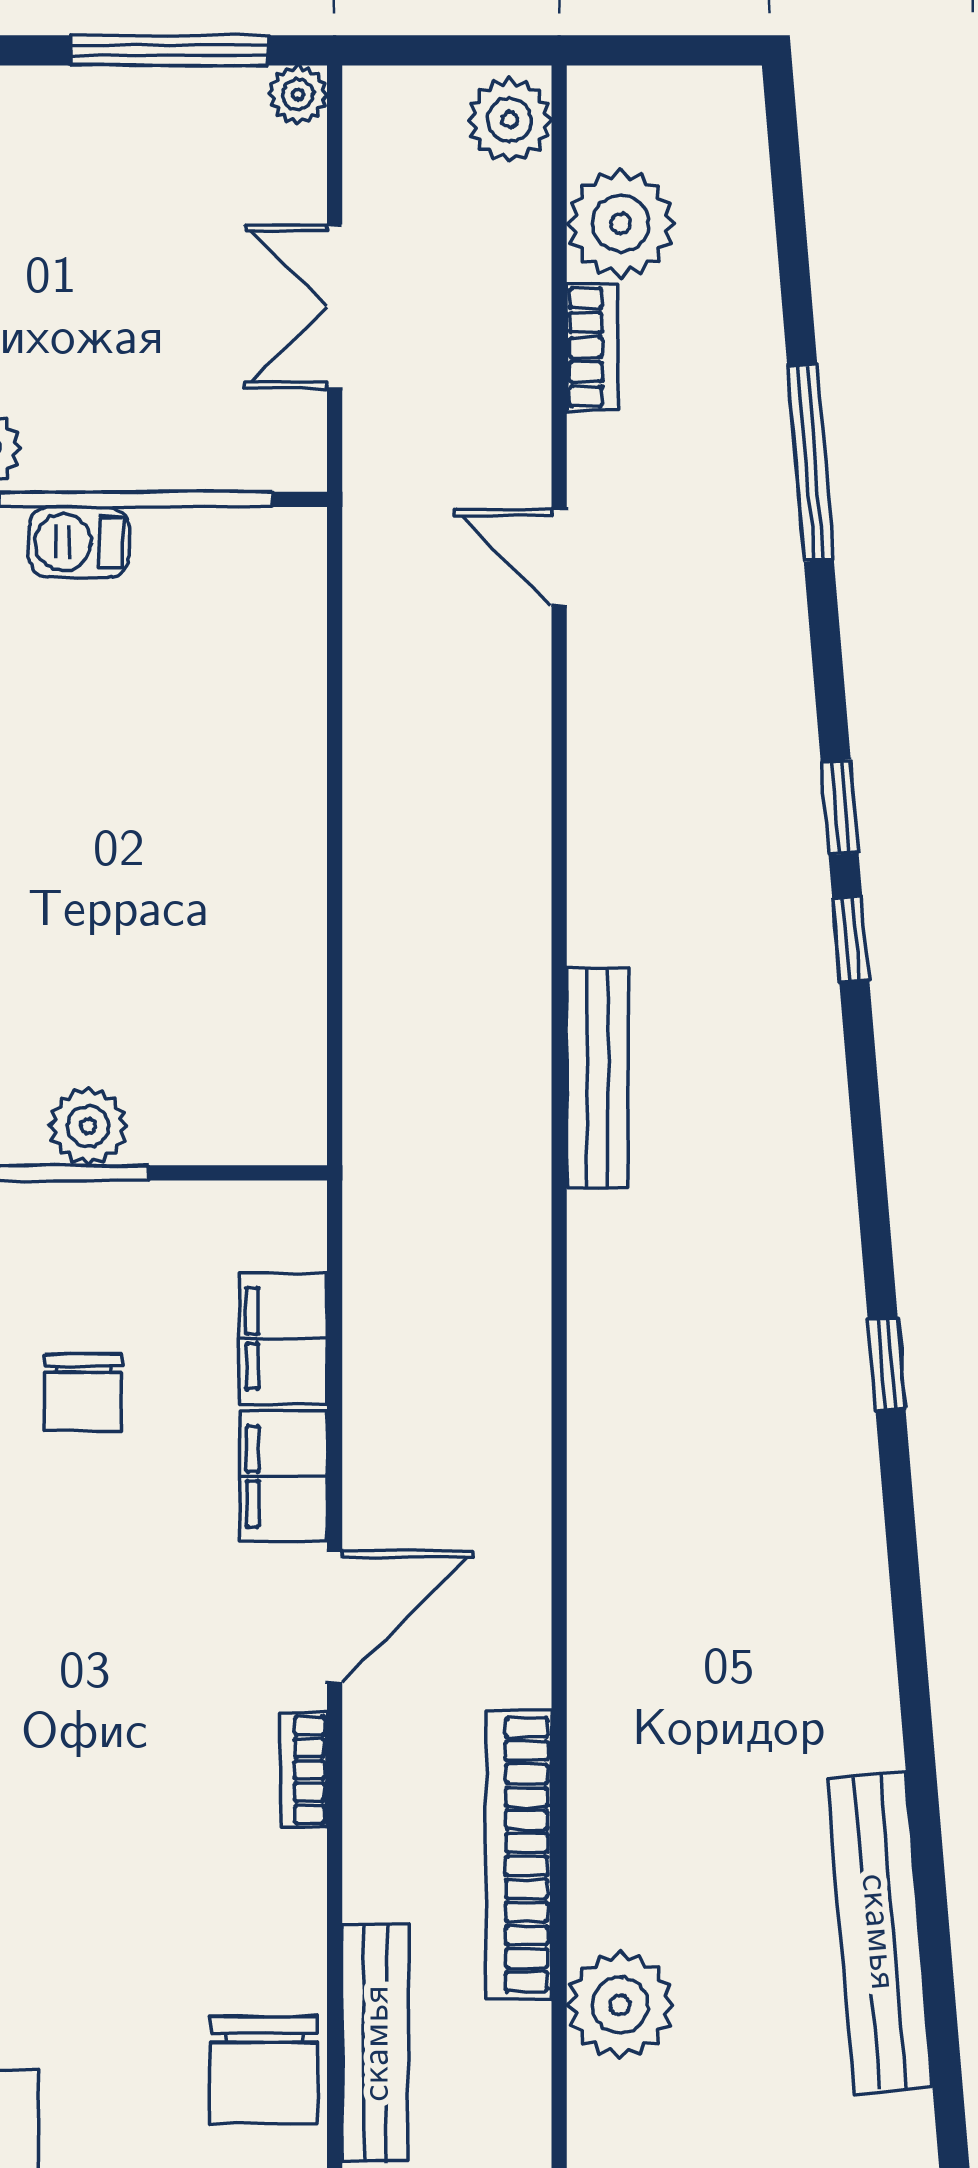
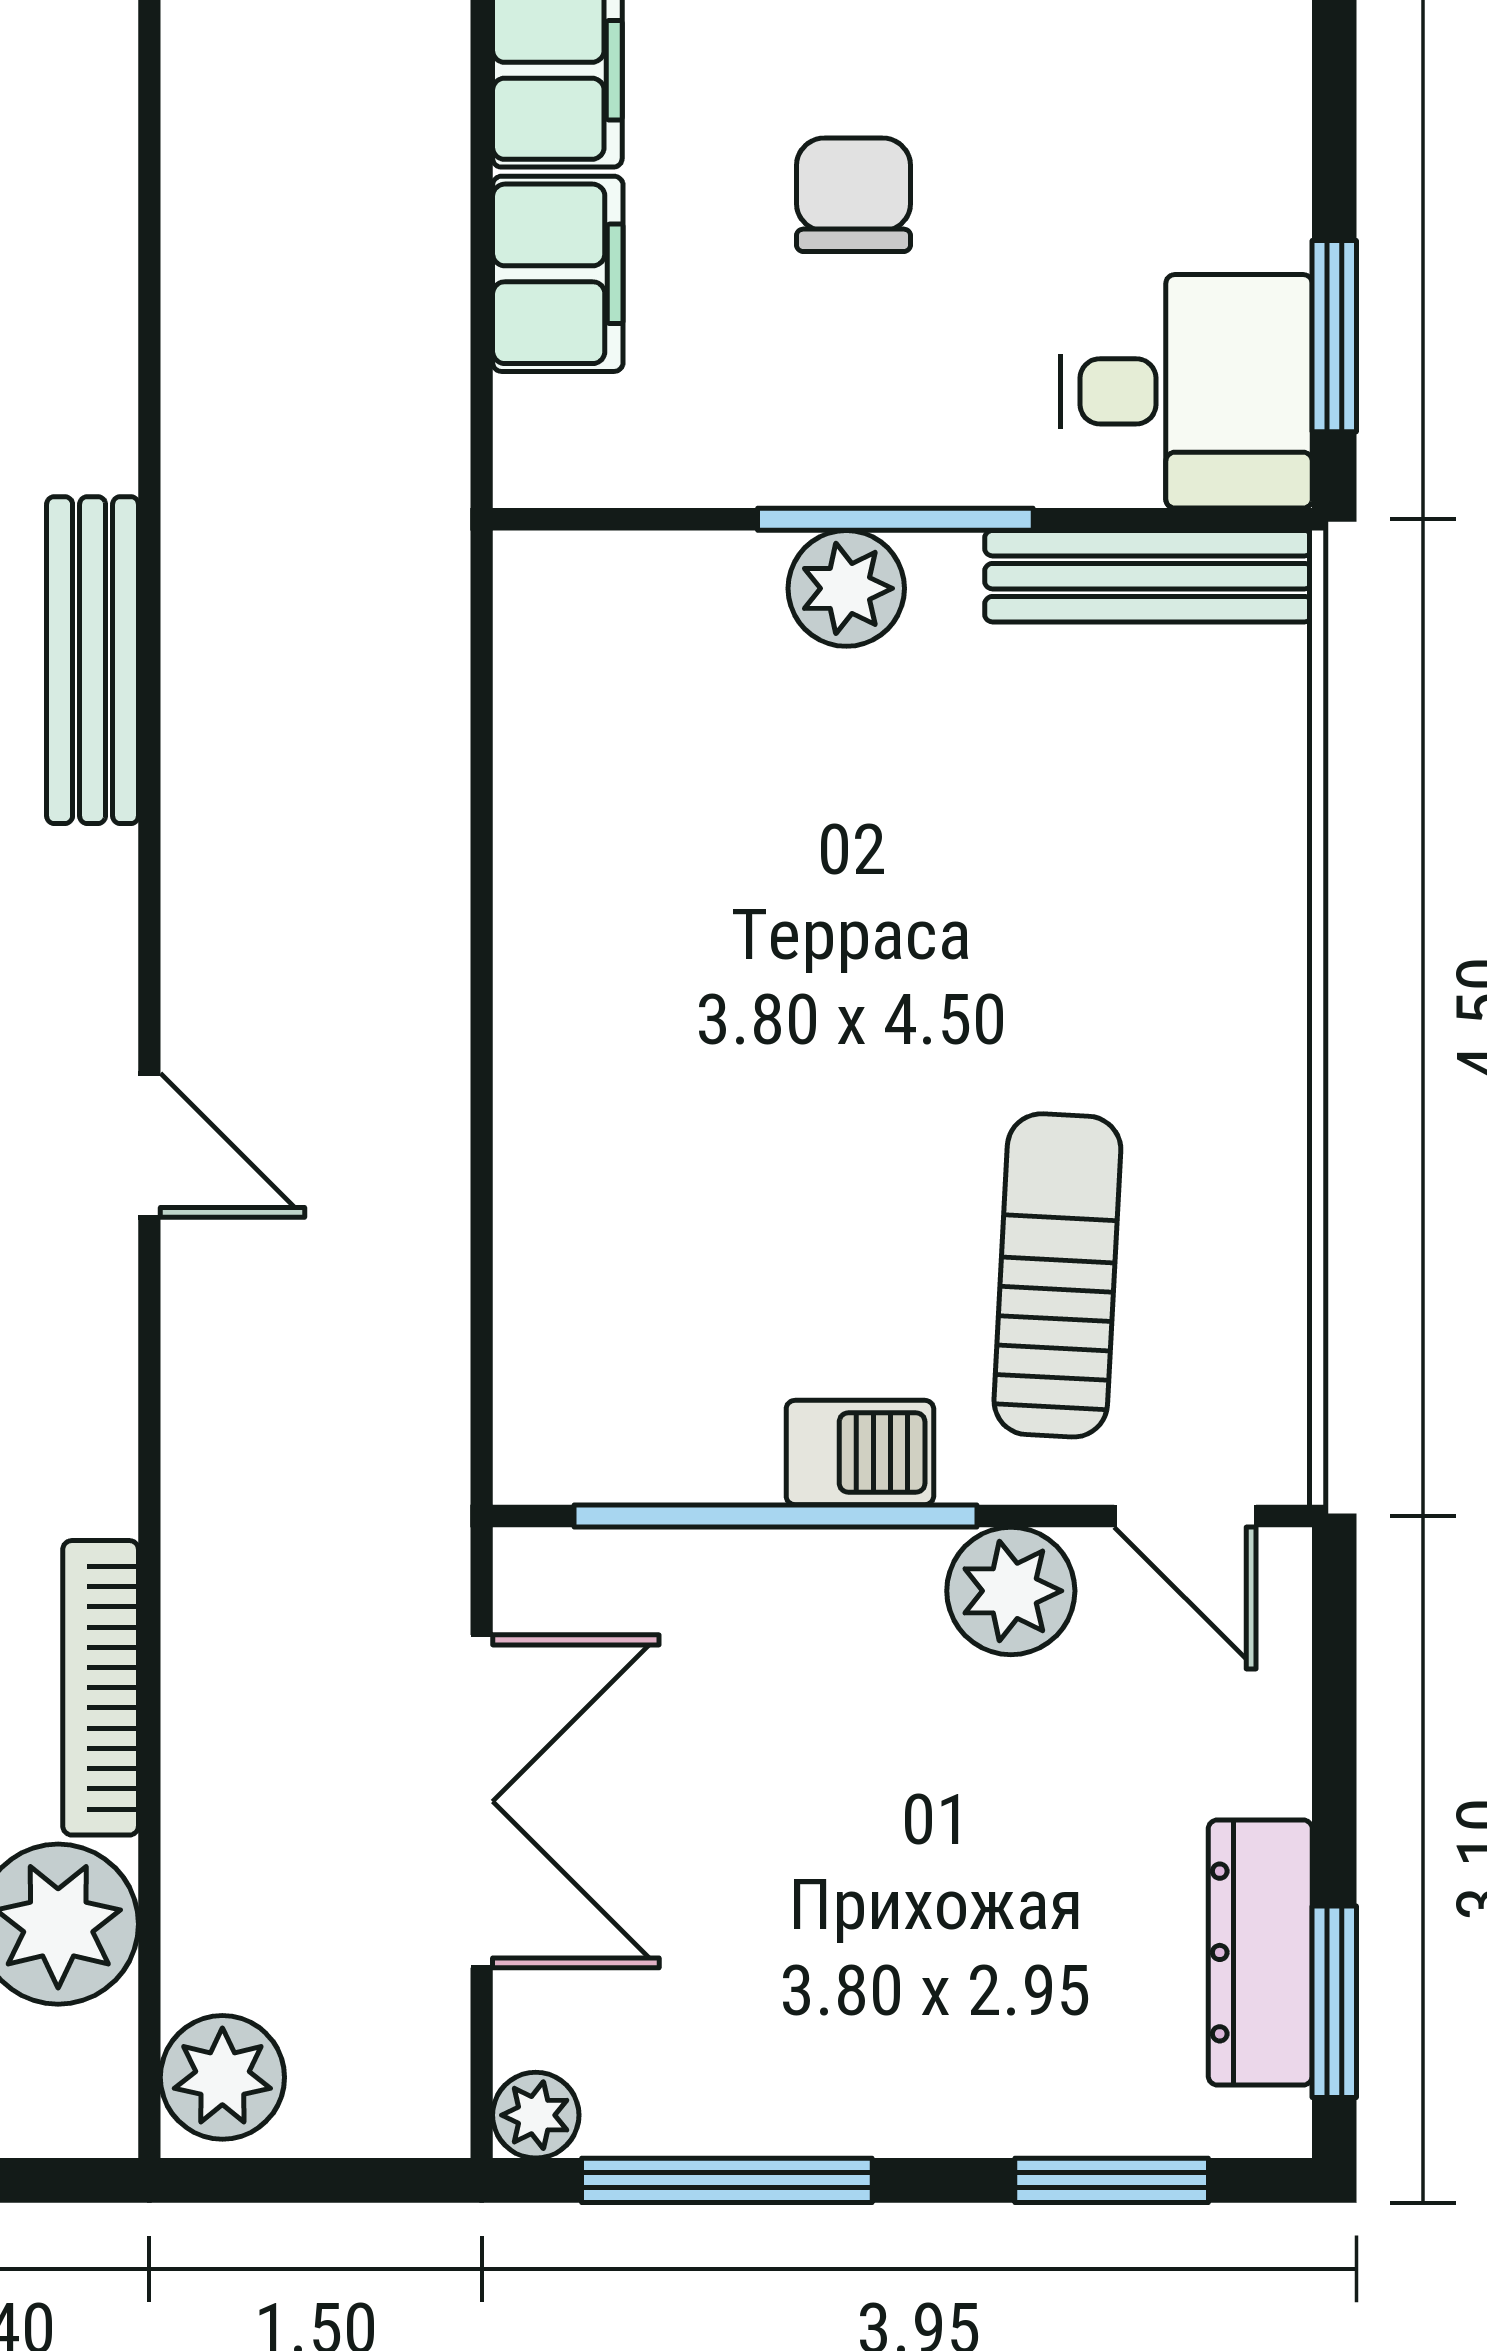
double door: (335, 306) -> (482, 1801), width x1.37
bookcase: (592, 347) -> (101, 1688), width x1.56
door: (559, 558) -> (149, 1145), moved

